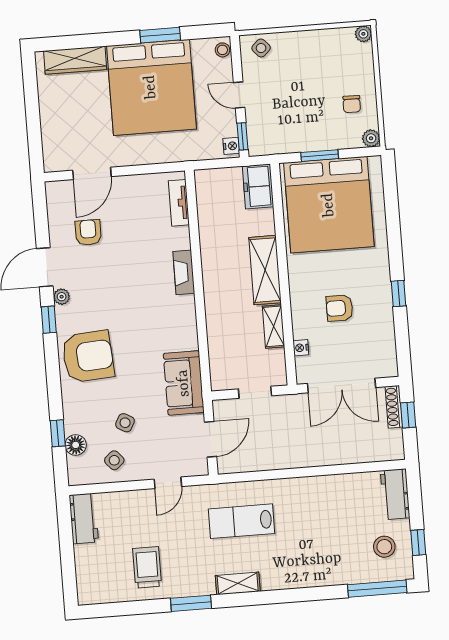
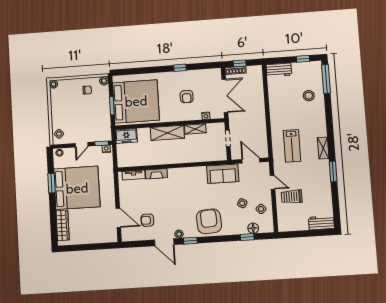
fireplace: (184, 272) -> (156, 174), moved
workbench: (84, 519) -> (321, 223), moved
stool: (384, 547) -> (309, 96), moved
trolley: (147, 567) -> (292, 197), moved

